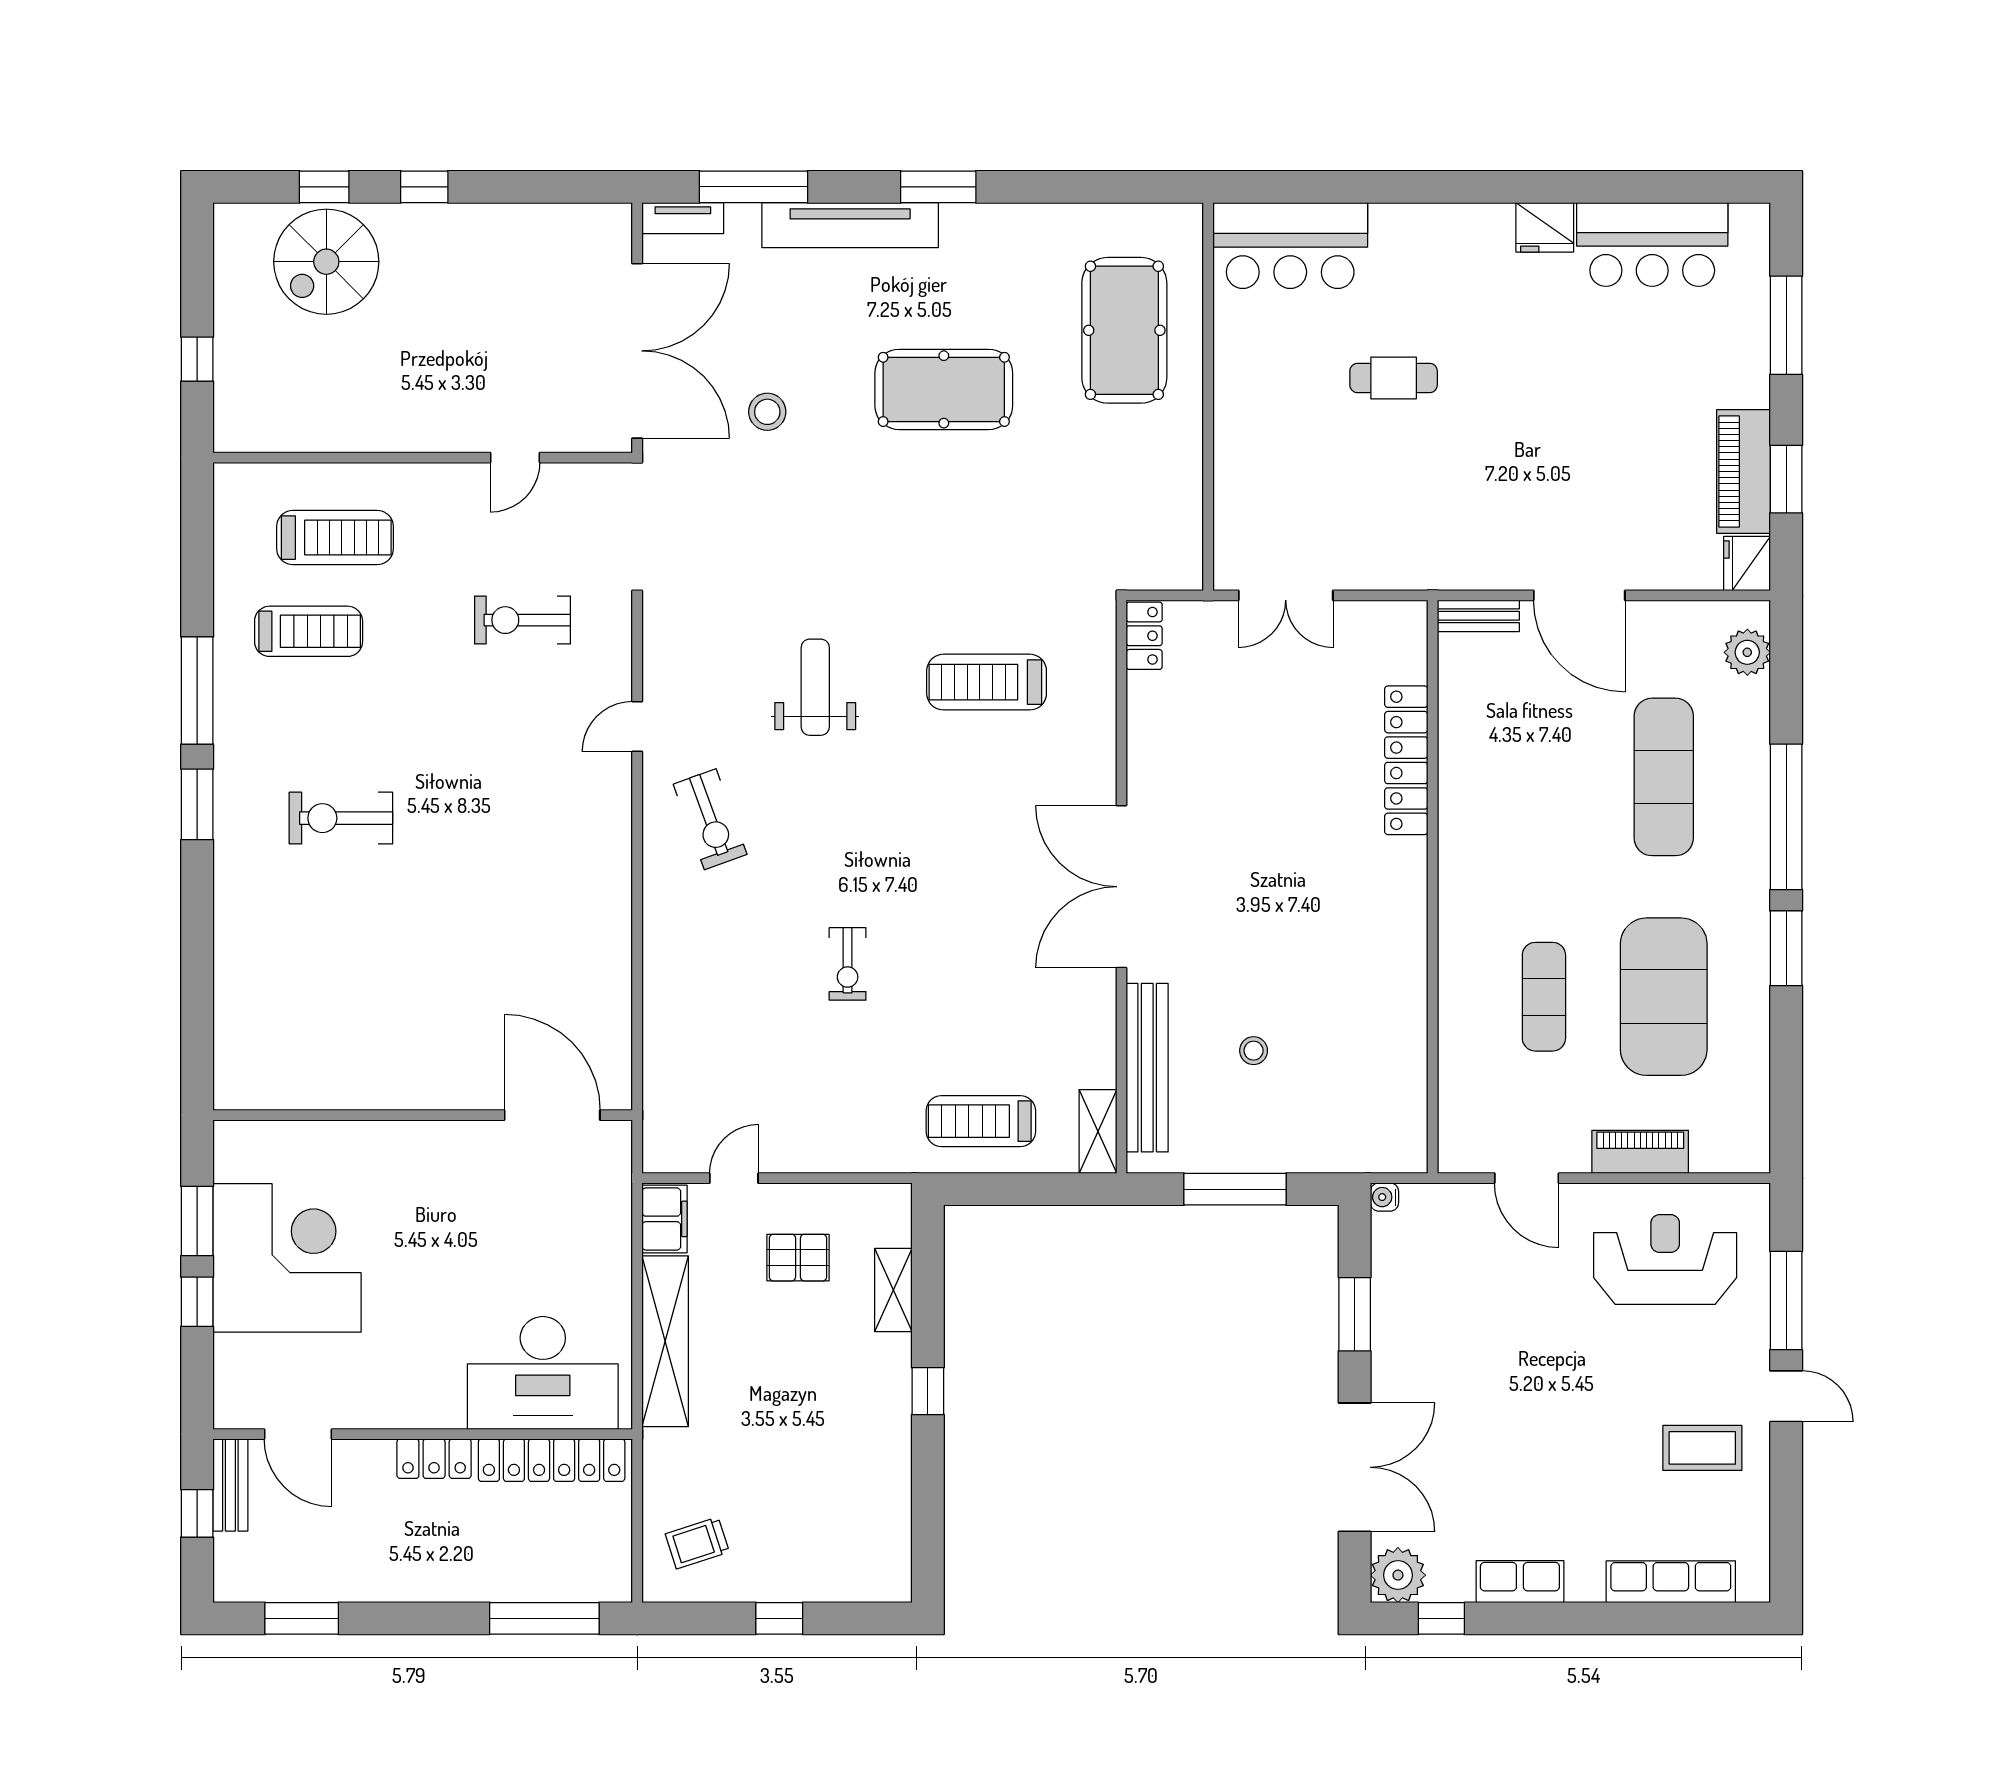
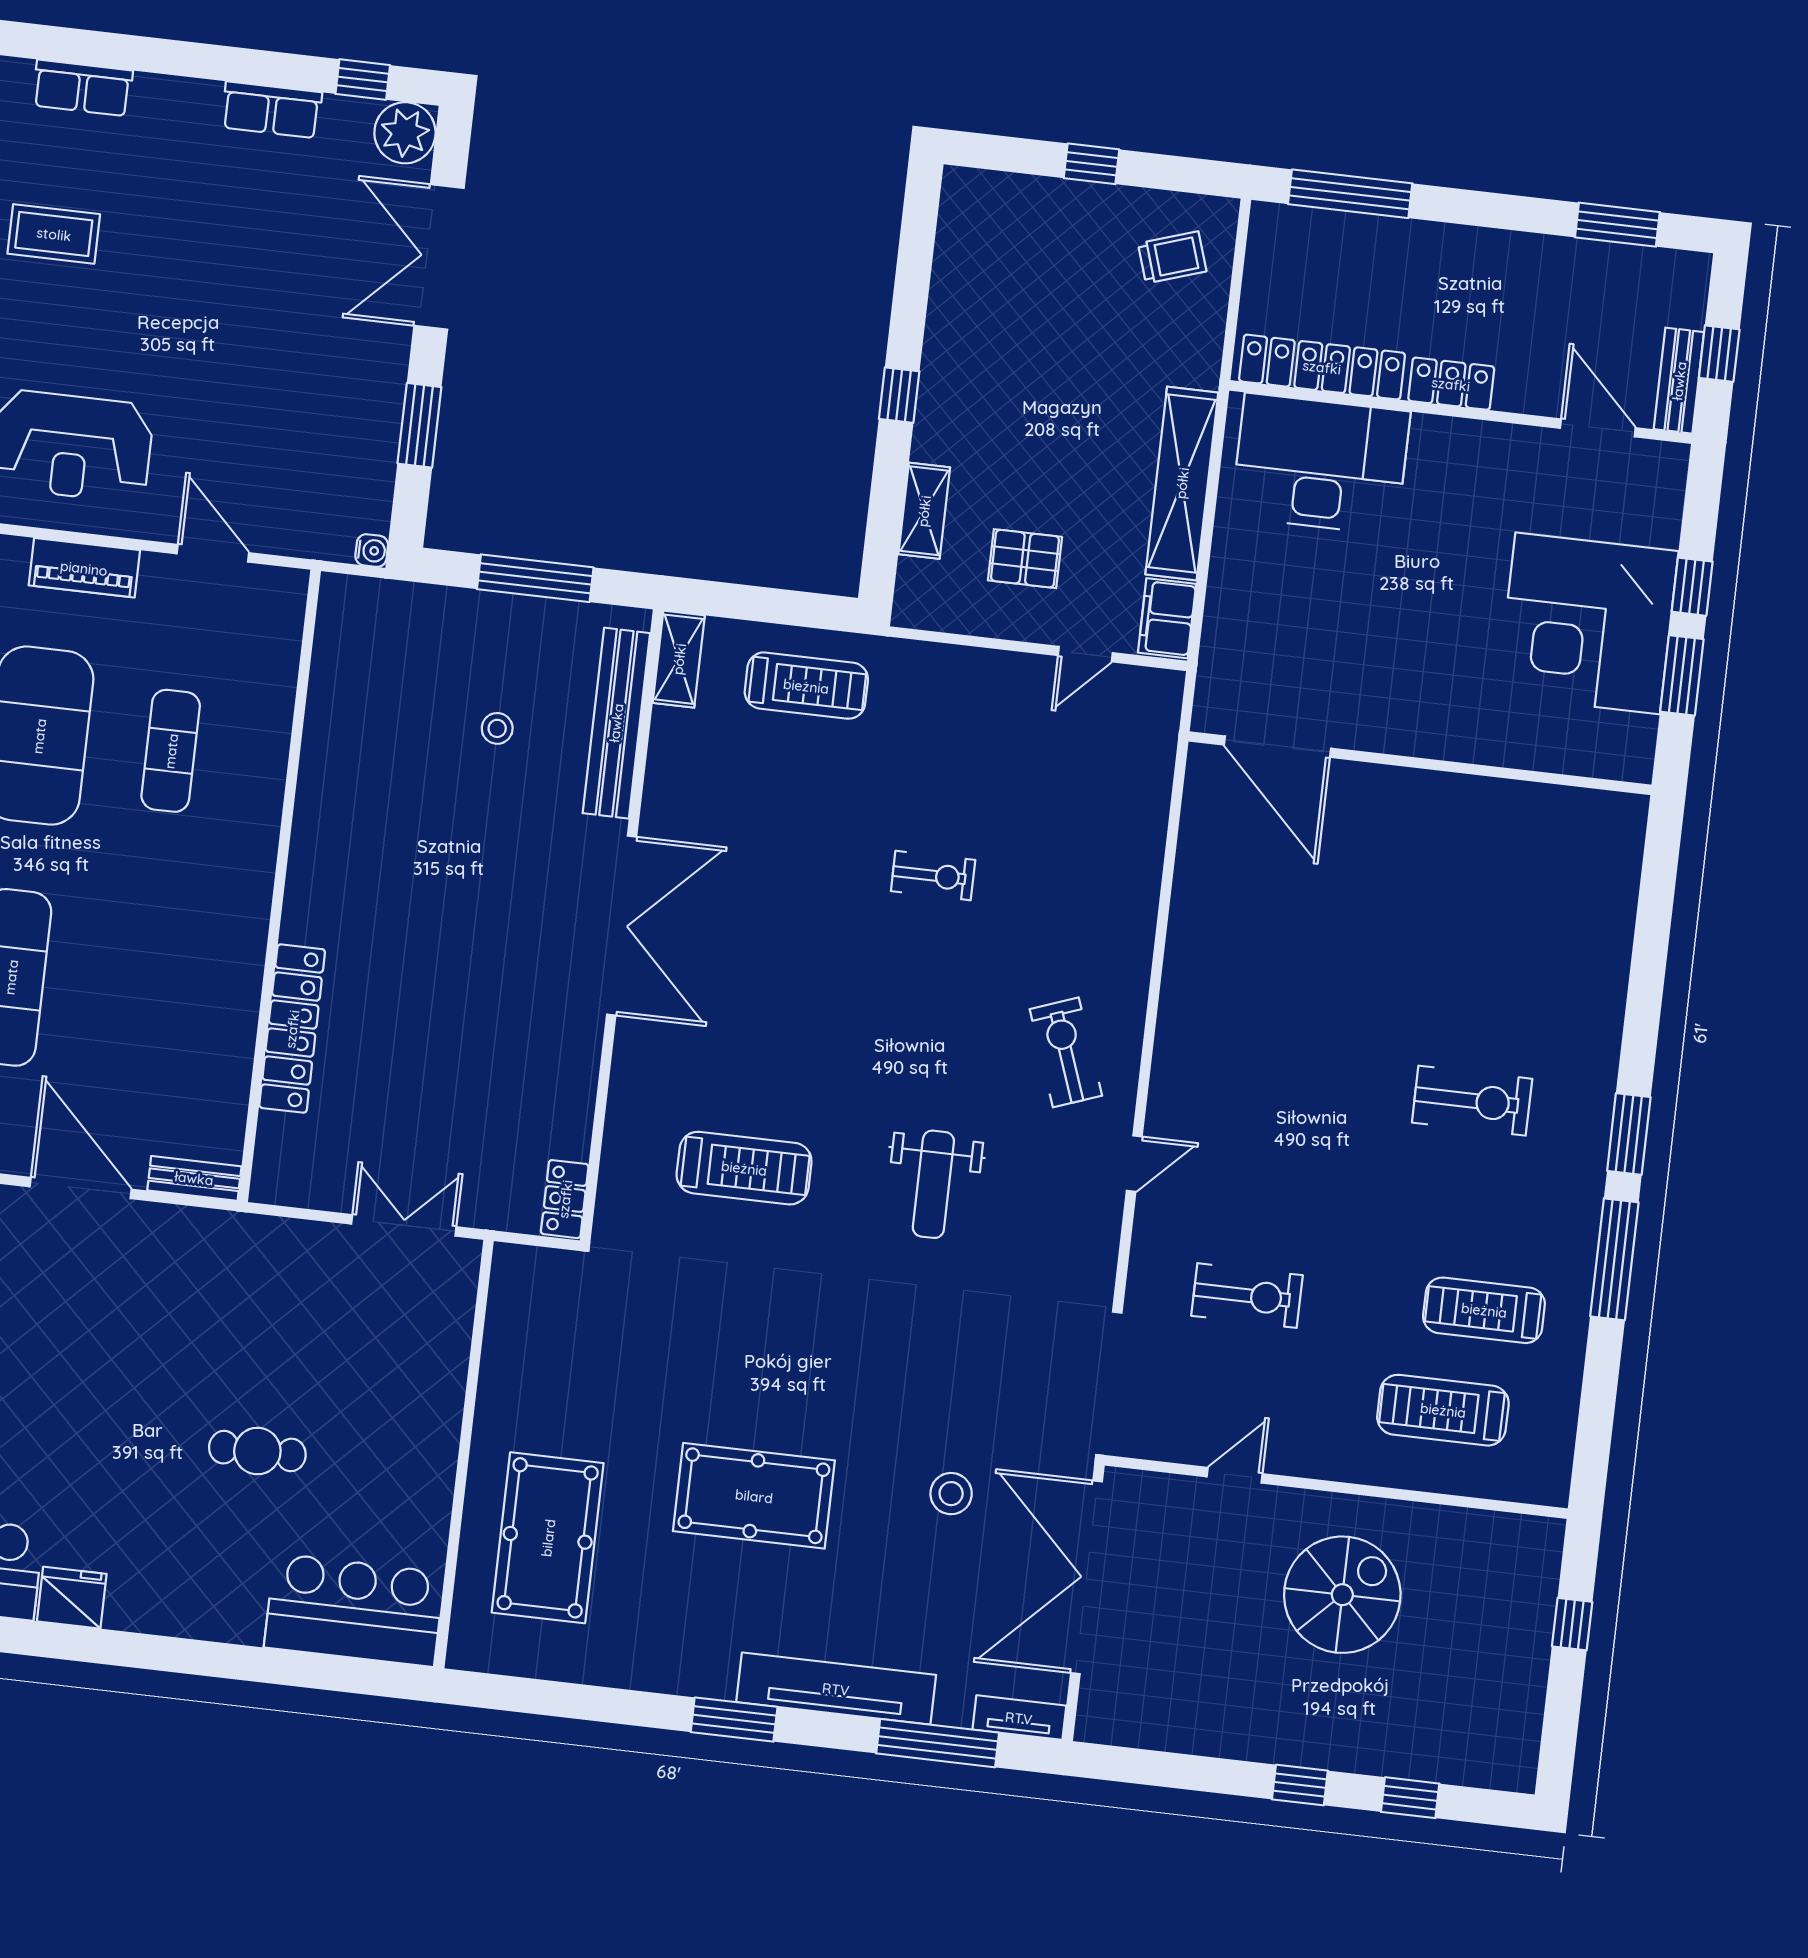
spiral stairs: (326, 262) -> (1342, 1595), moved
exercise bike: (848, 964) -> (933, 876), turned 90
row of seats: (1671, 1582) -> (82, 88), width x0.68

